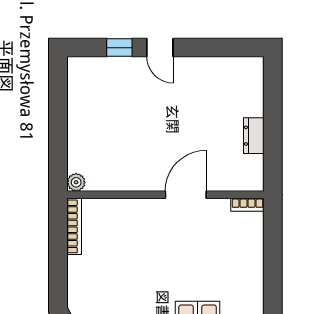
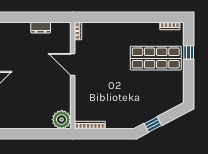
plant: (76, 182) -> (62, 120), width x1.88, depth x1.88

